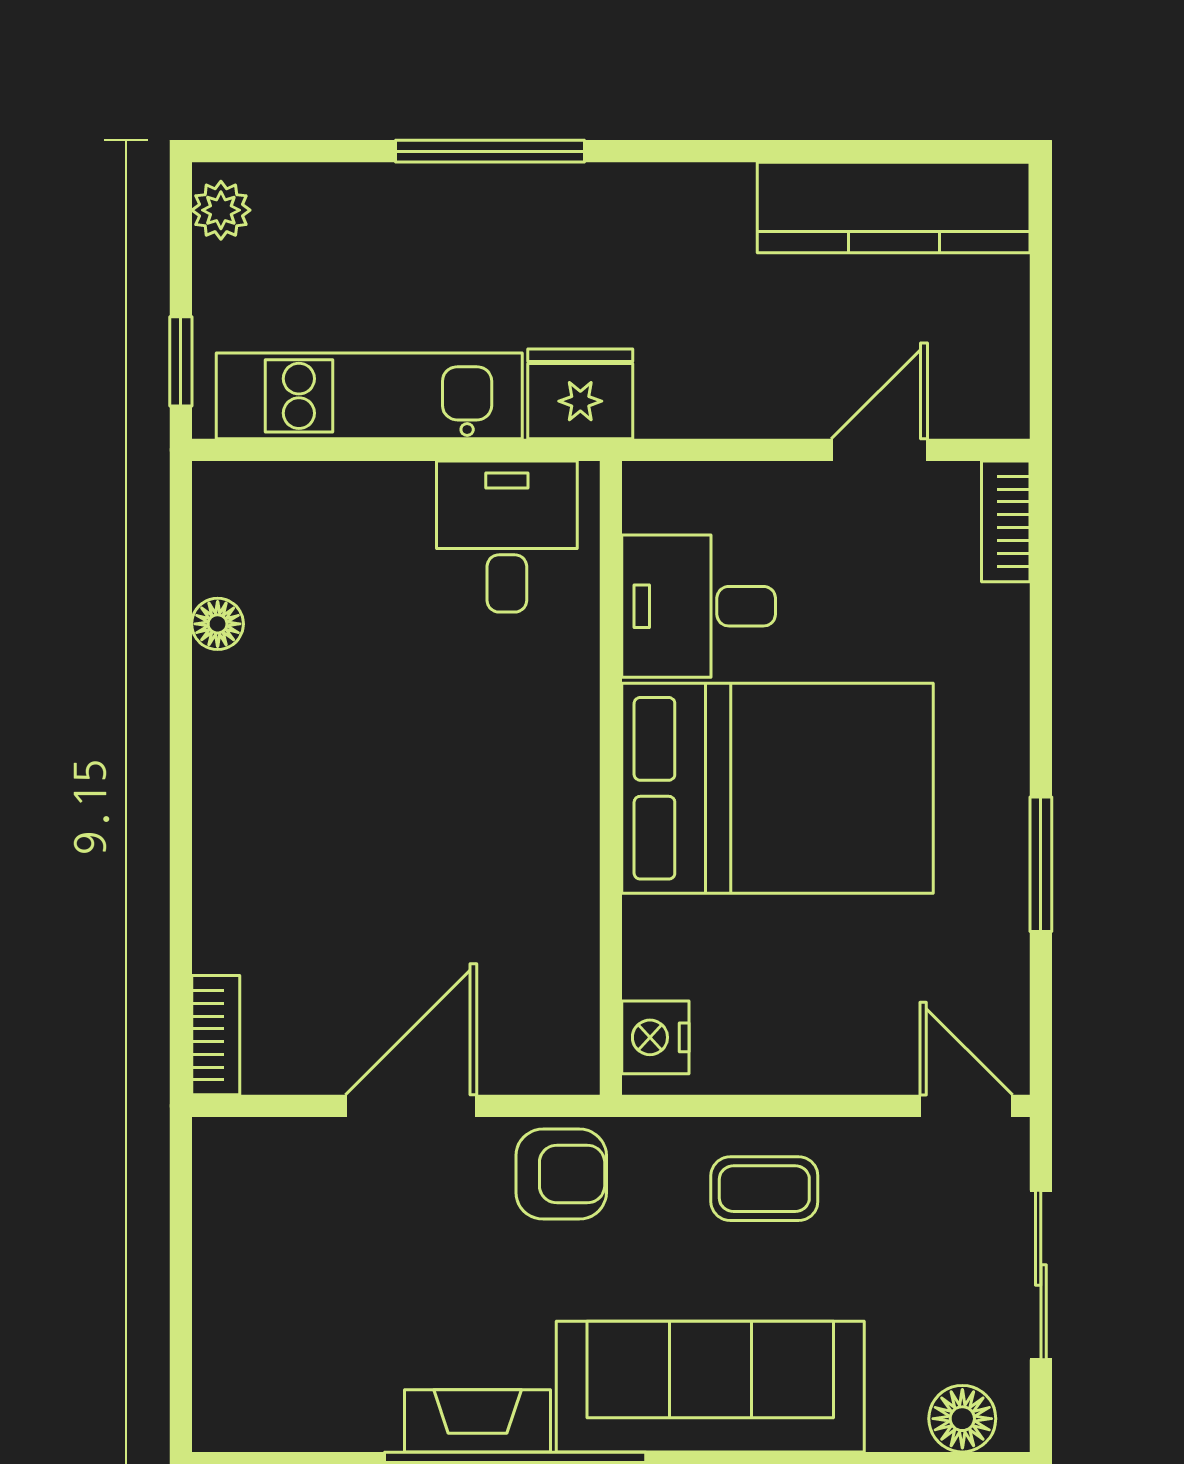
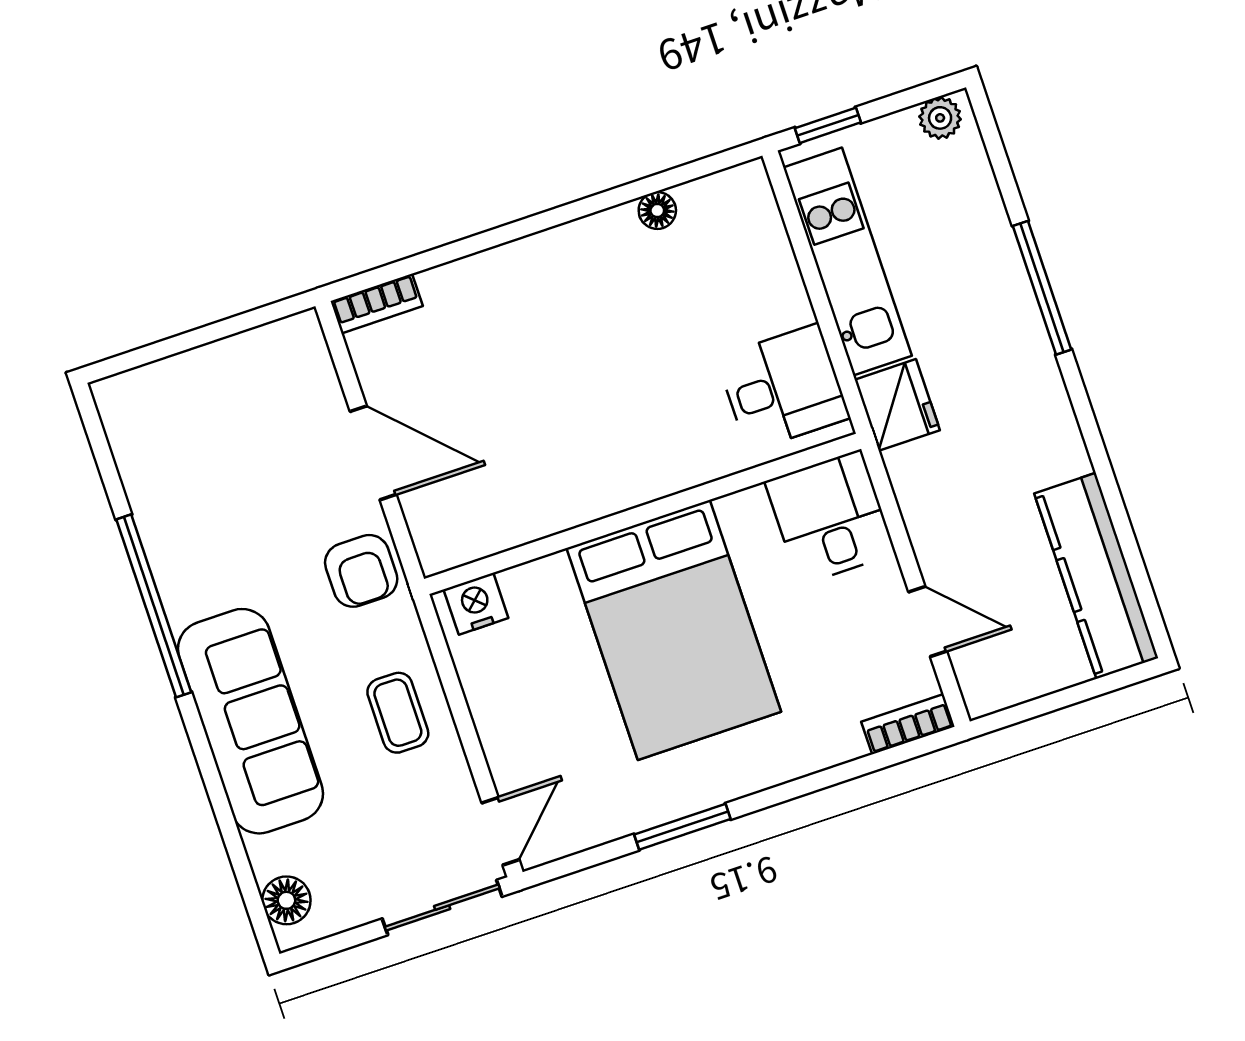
desk: (699, 606) -> (830, 517), moved
sliding door: (1041, 1275) -> (442, 908), moved
fireplace: (478, 1421) -> (174, 571), removed

